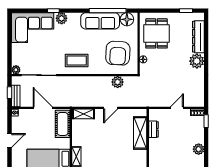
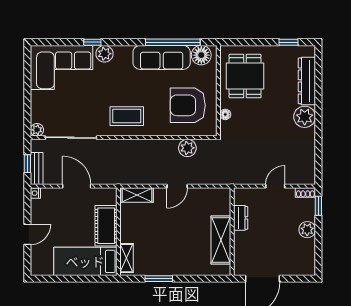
armchair: (118, 53) -> (188, 105), turned 87
cot: (63, 124) -> (106, 226), moved
shelving: (140, 133) -> (221, 240), moved
plant: (199, 149) -> (307, 230), moved

